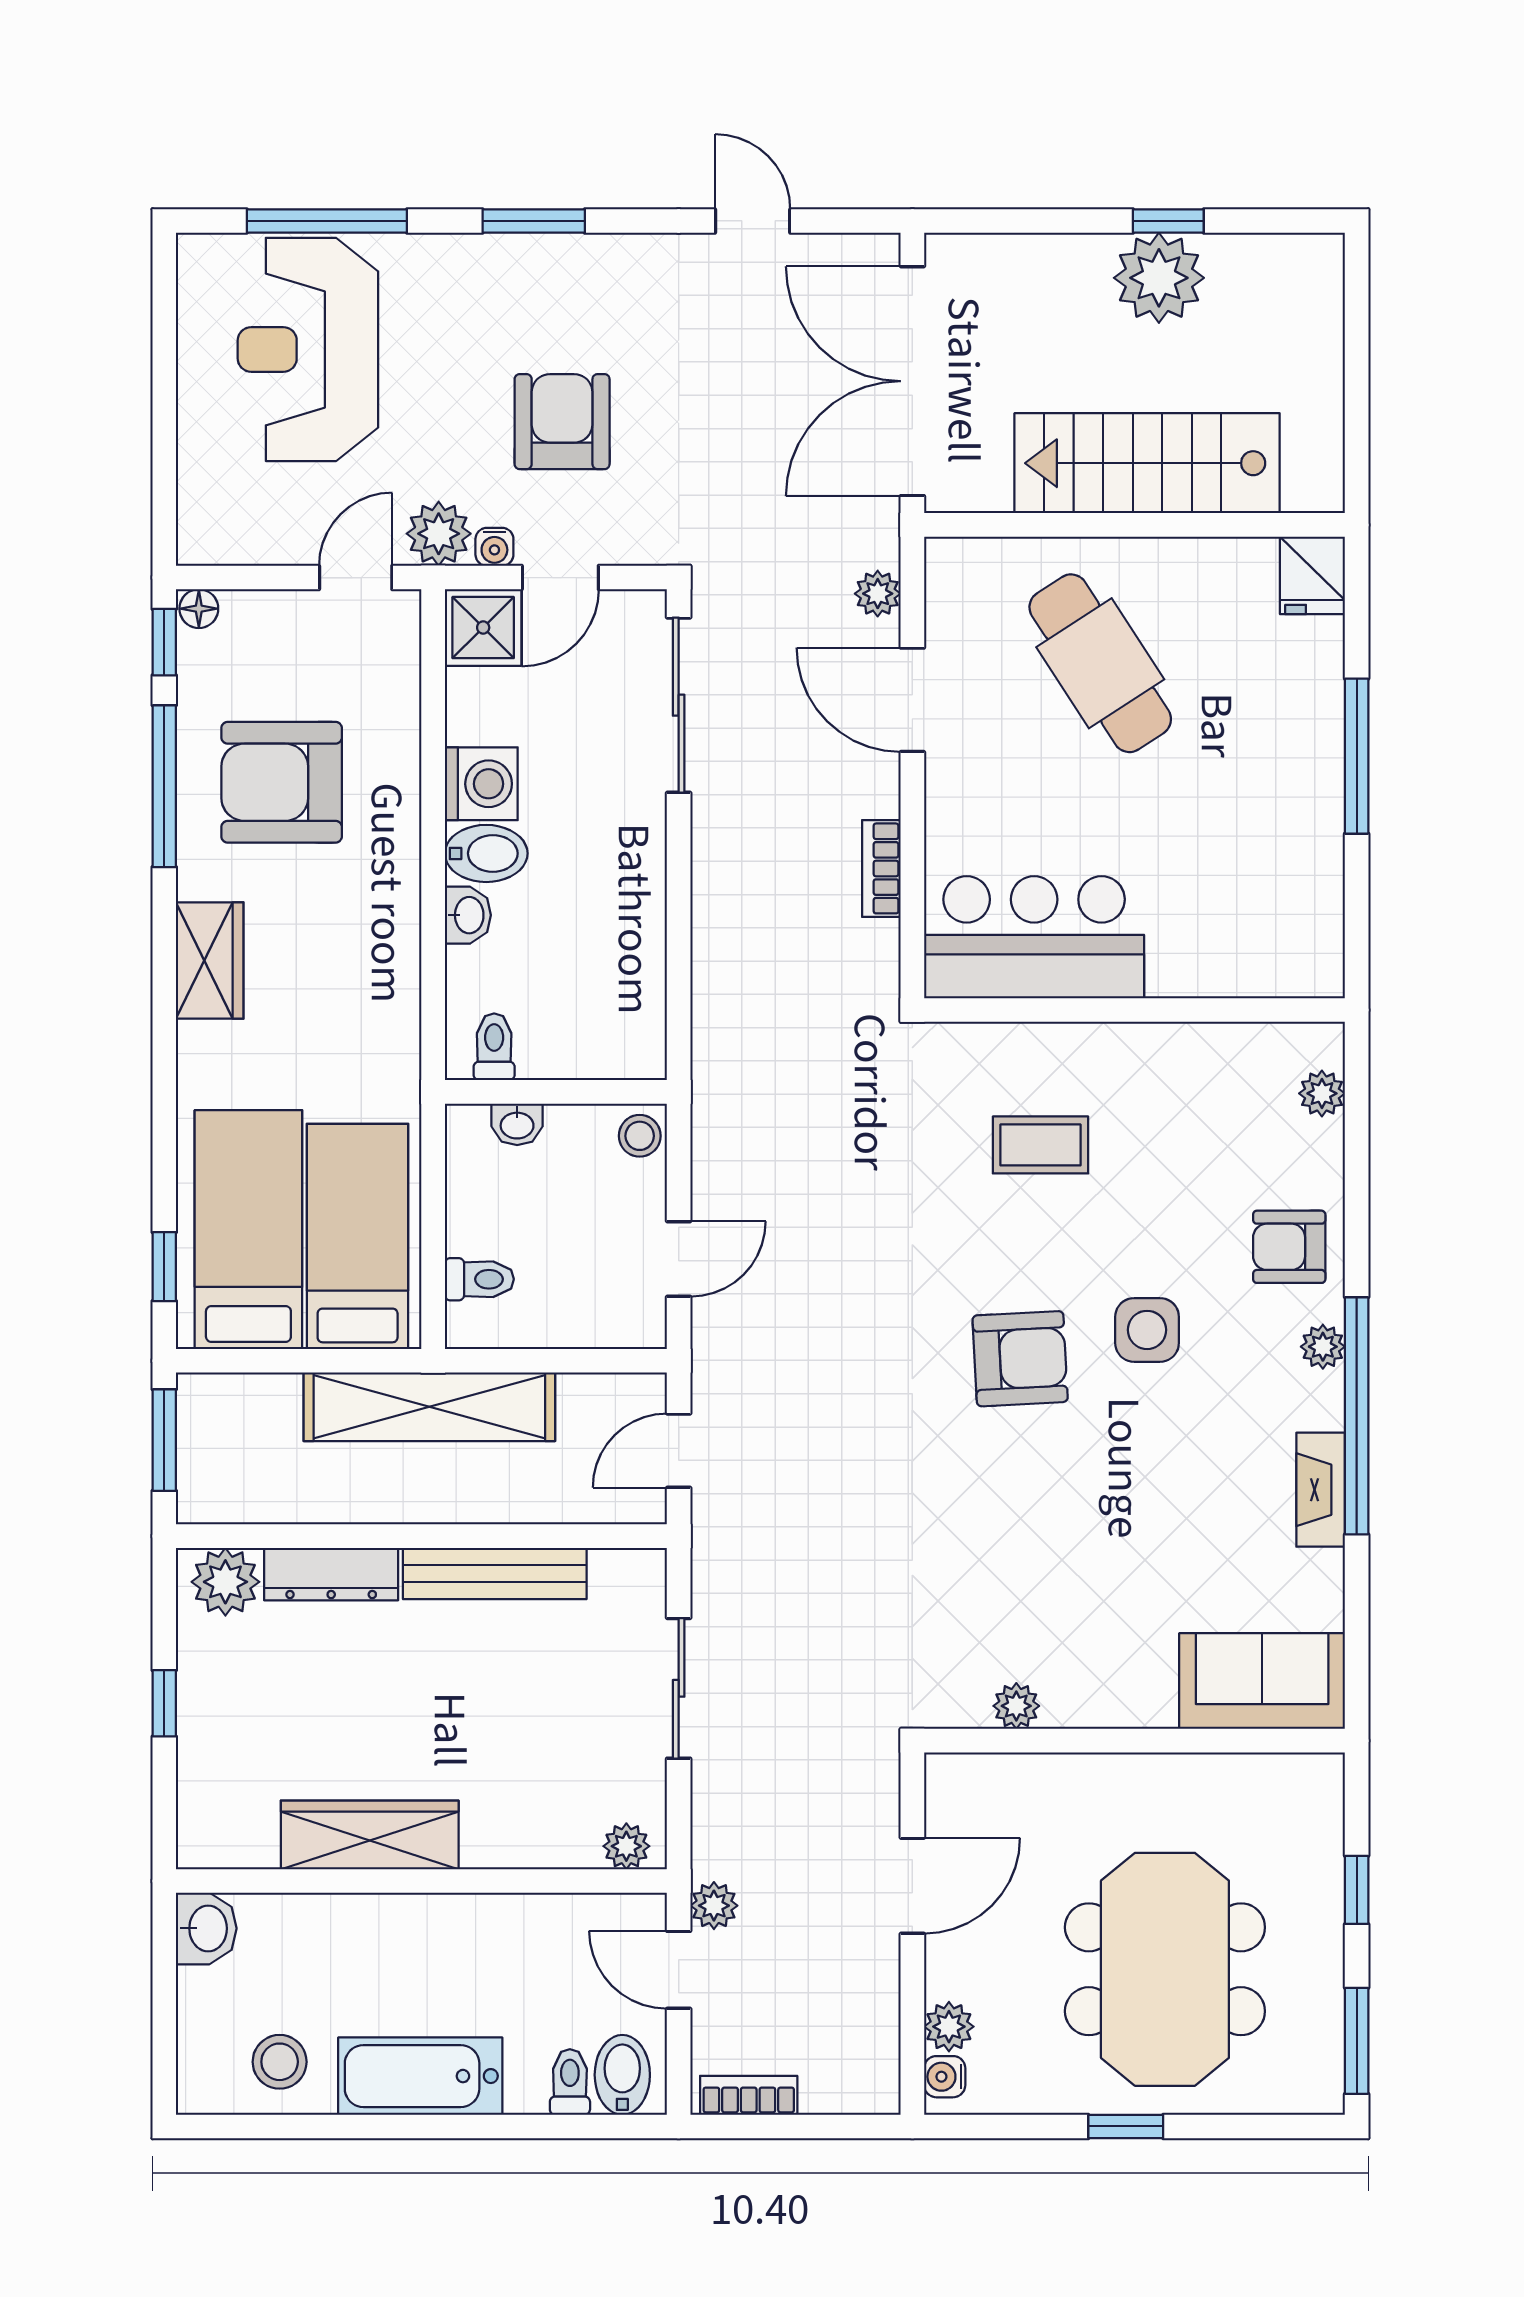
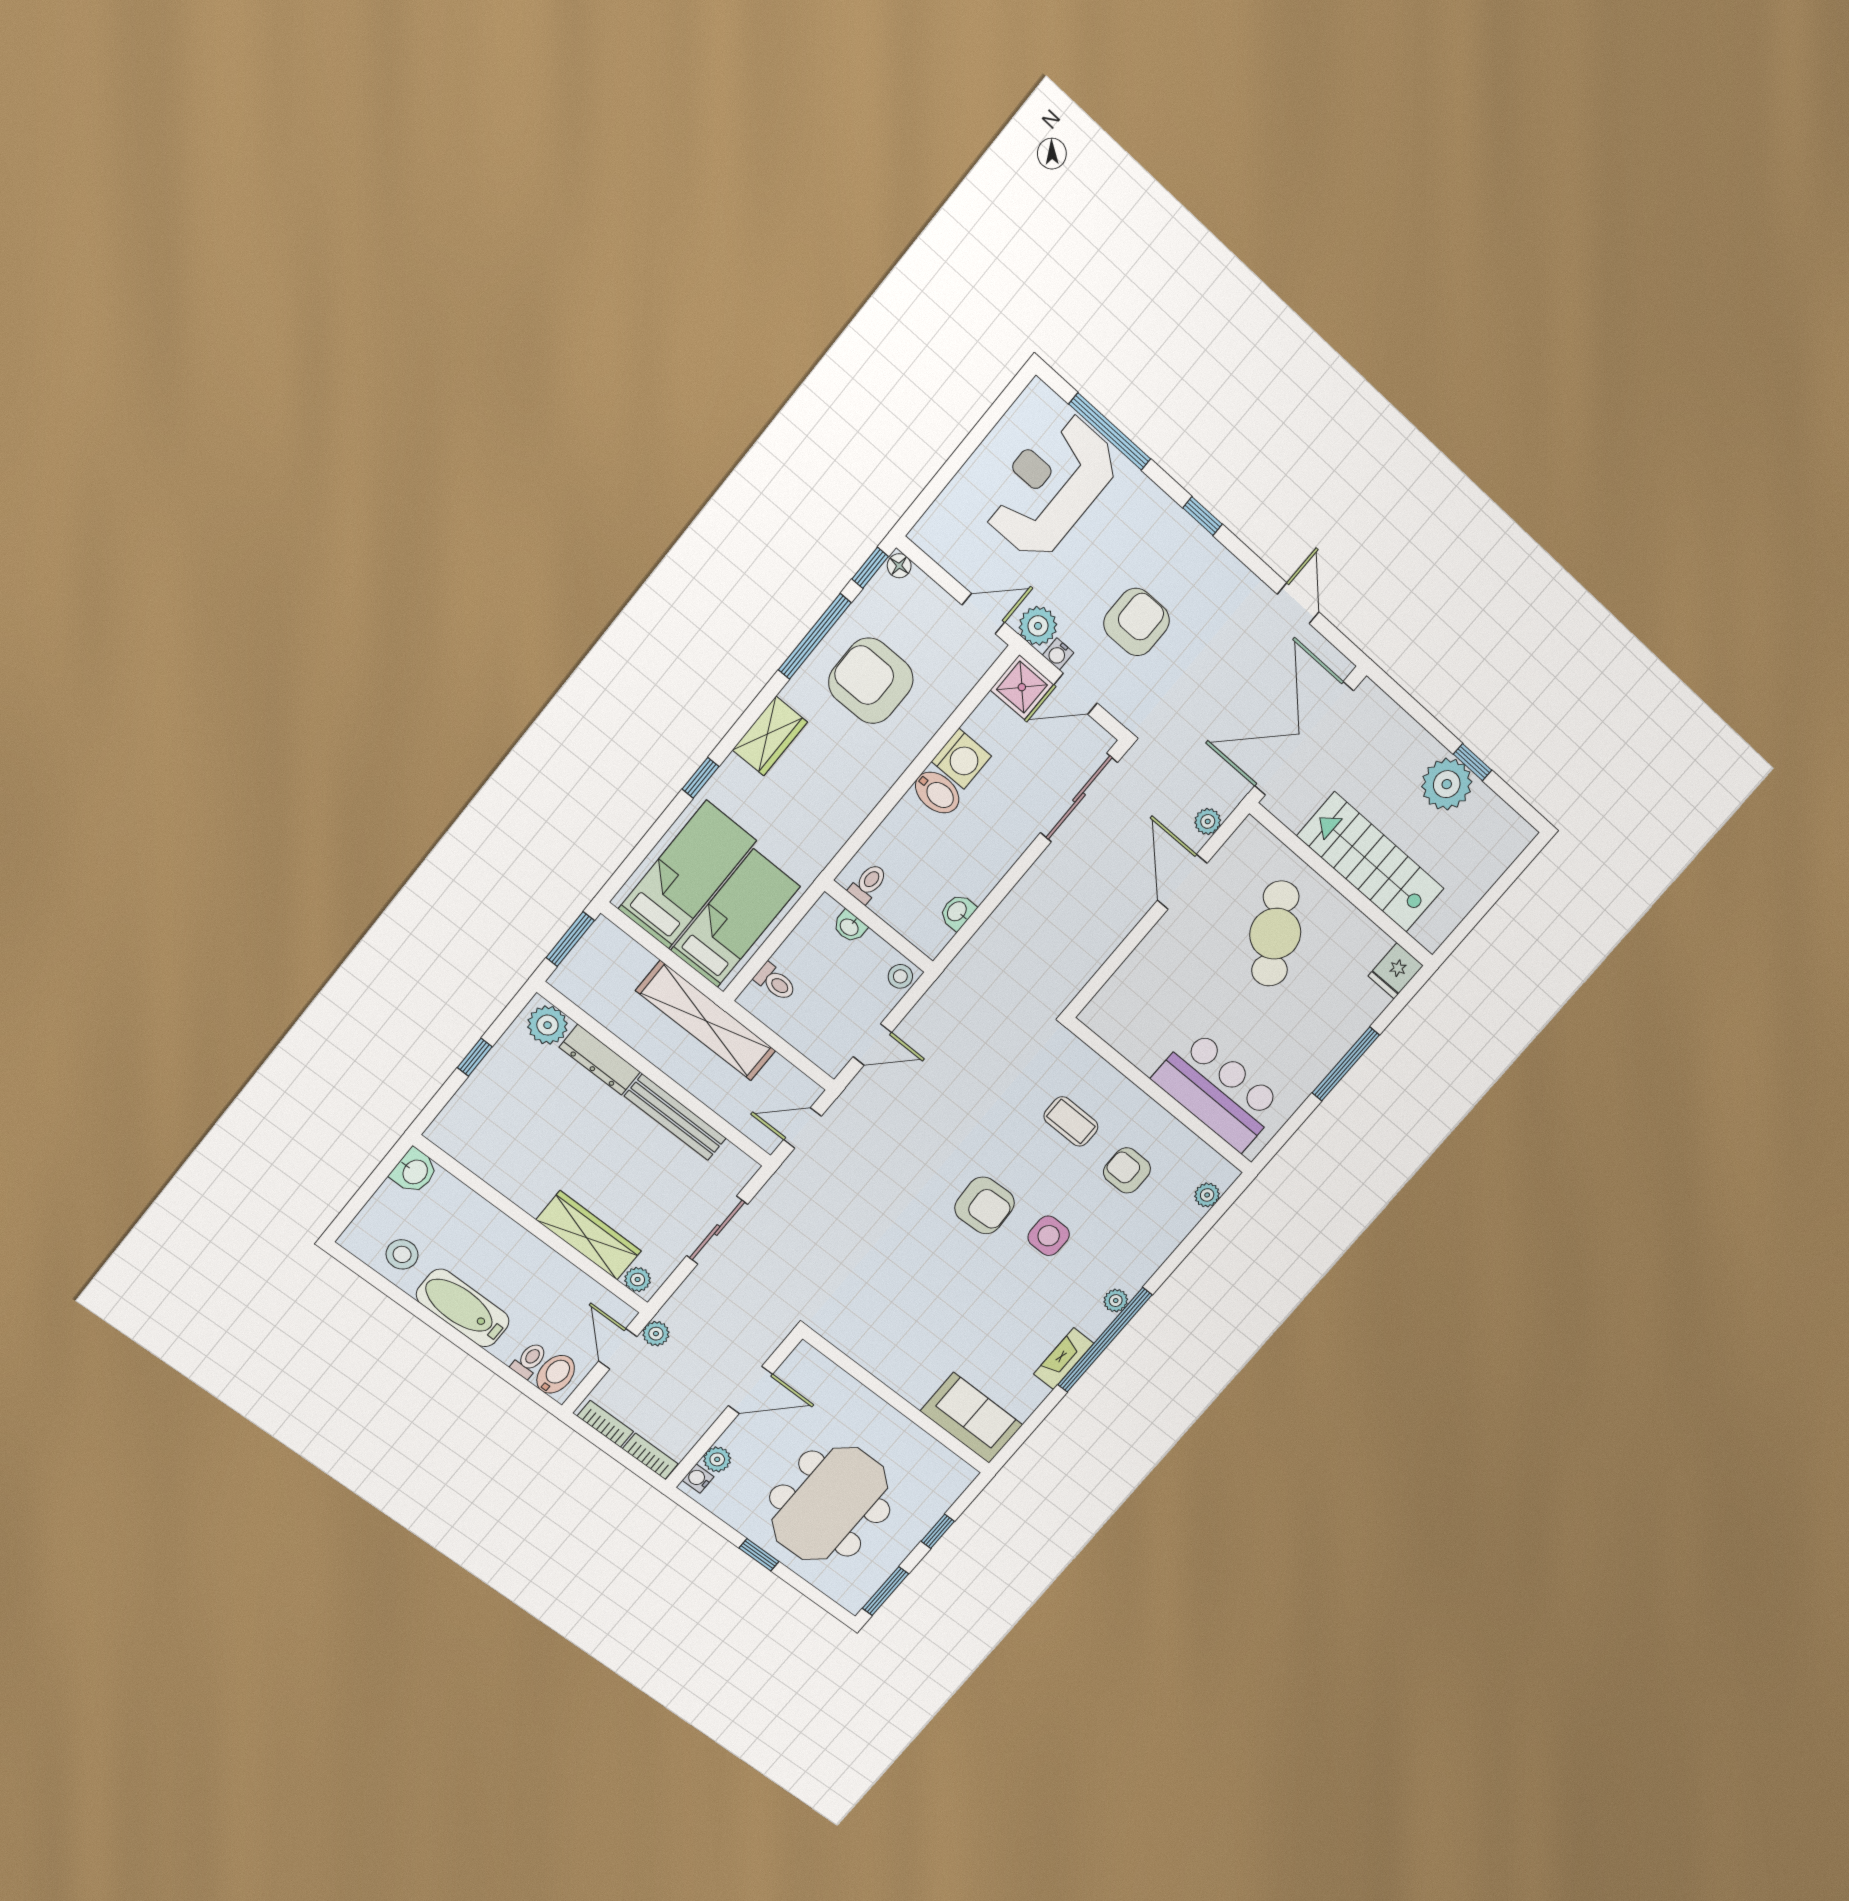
window: (534, 221) -> (1202, 516), width x0.67
bookcase: (881, 868) -> (650, 1456), moved, turned 90
washbasin: (468, 915) -> (957, 912), moved, turned 180
bar counter: (1034, 937) -> (1218, 1091), moved
armchair: (1289, 1247) -> (1127, 1170), moved
window: (164, 1267) -> (700, 778), moved
plant: (1016, 1706) -> (859, 1349), removed
wardrobe: (370, 1835) -> (589, 1235), moved

